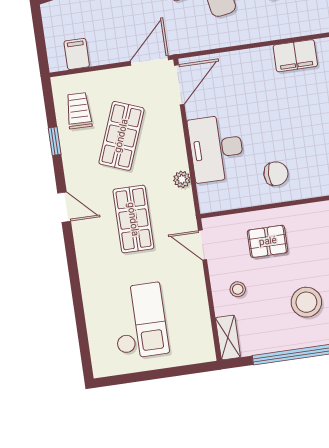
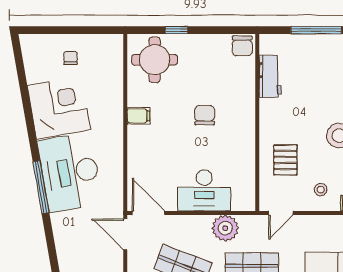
filing cabinet: (295, 56) -> (138, 116), width x0.50
chair: (276, 174) -> (205, 115), moved
plant: (182, 179) -> (225, 228), width x1.87, depth x1.87

